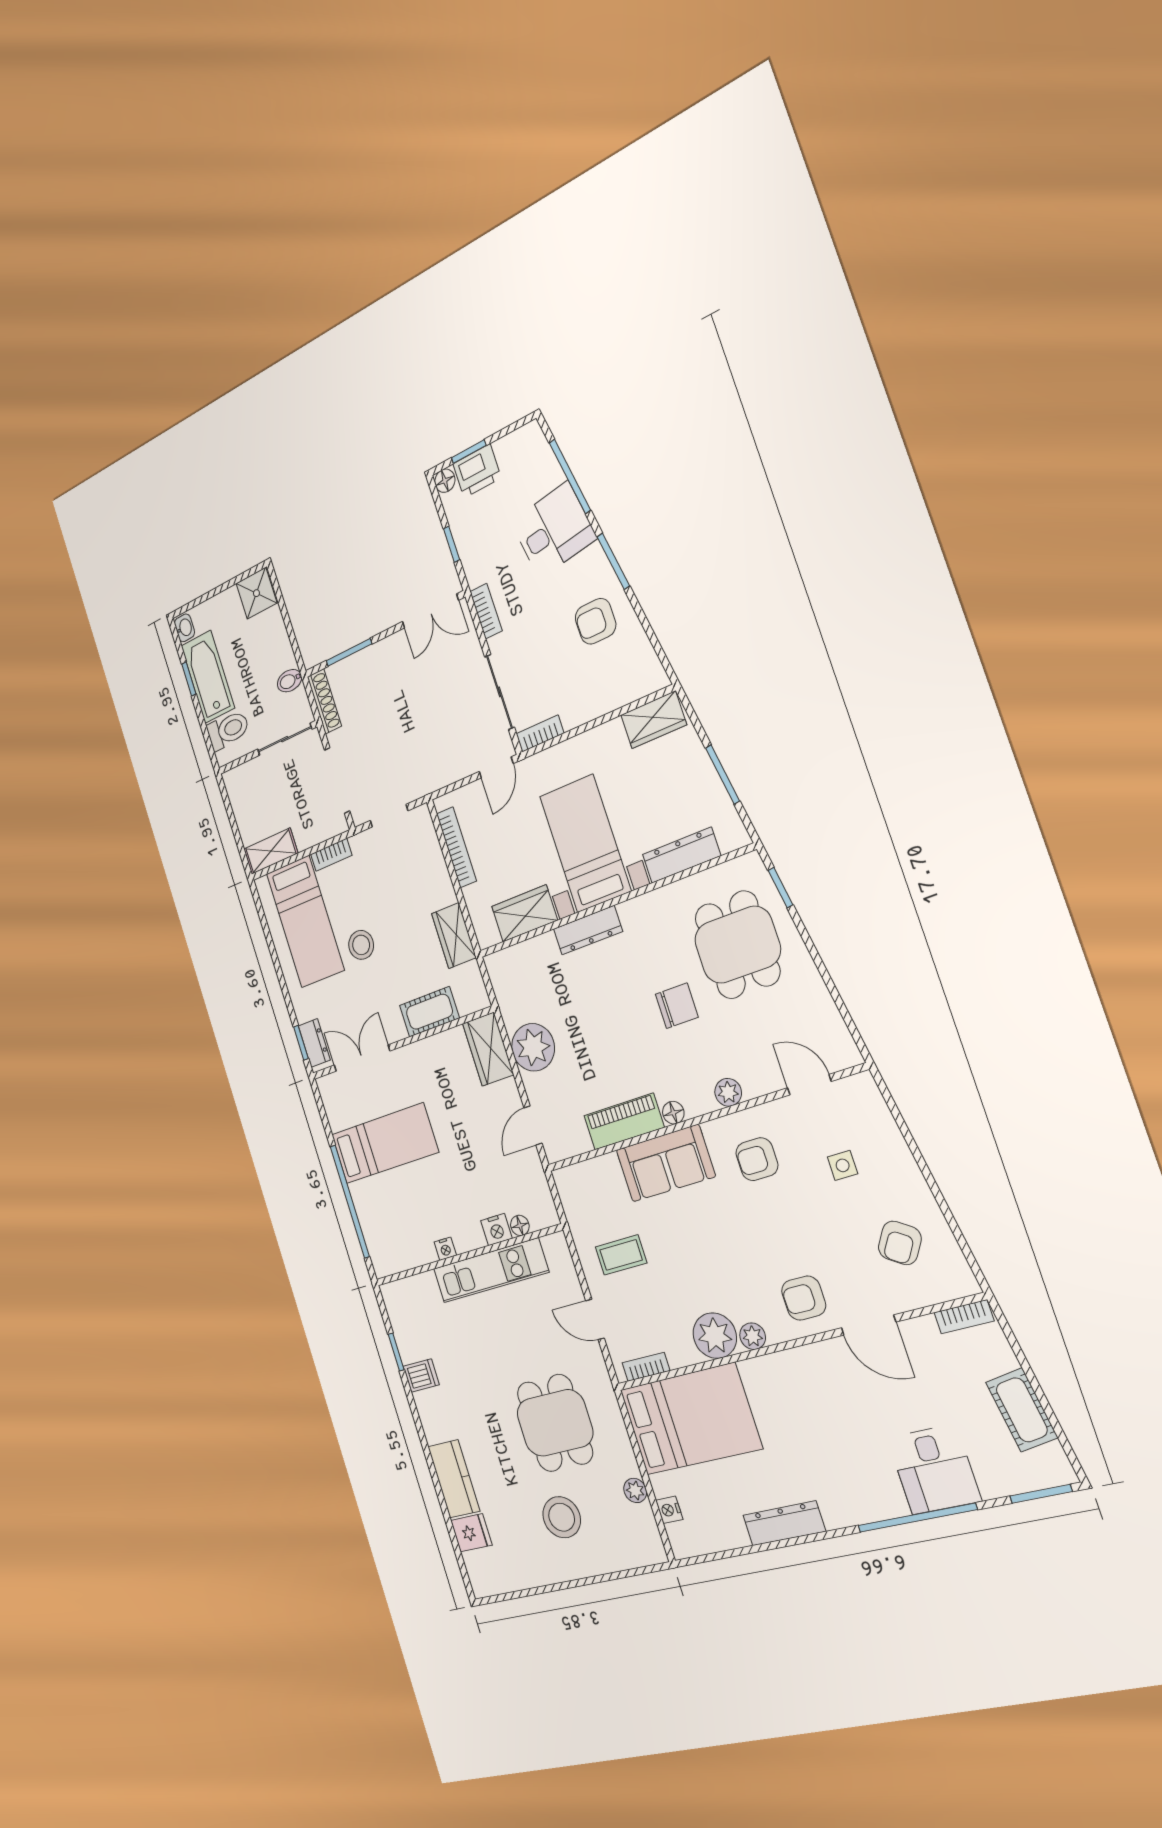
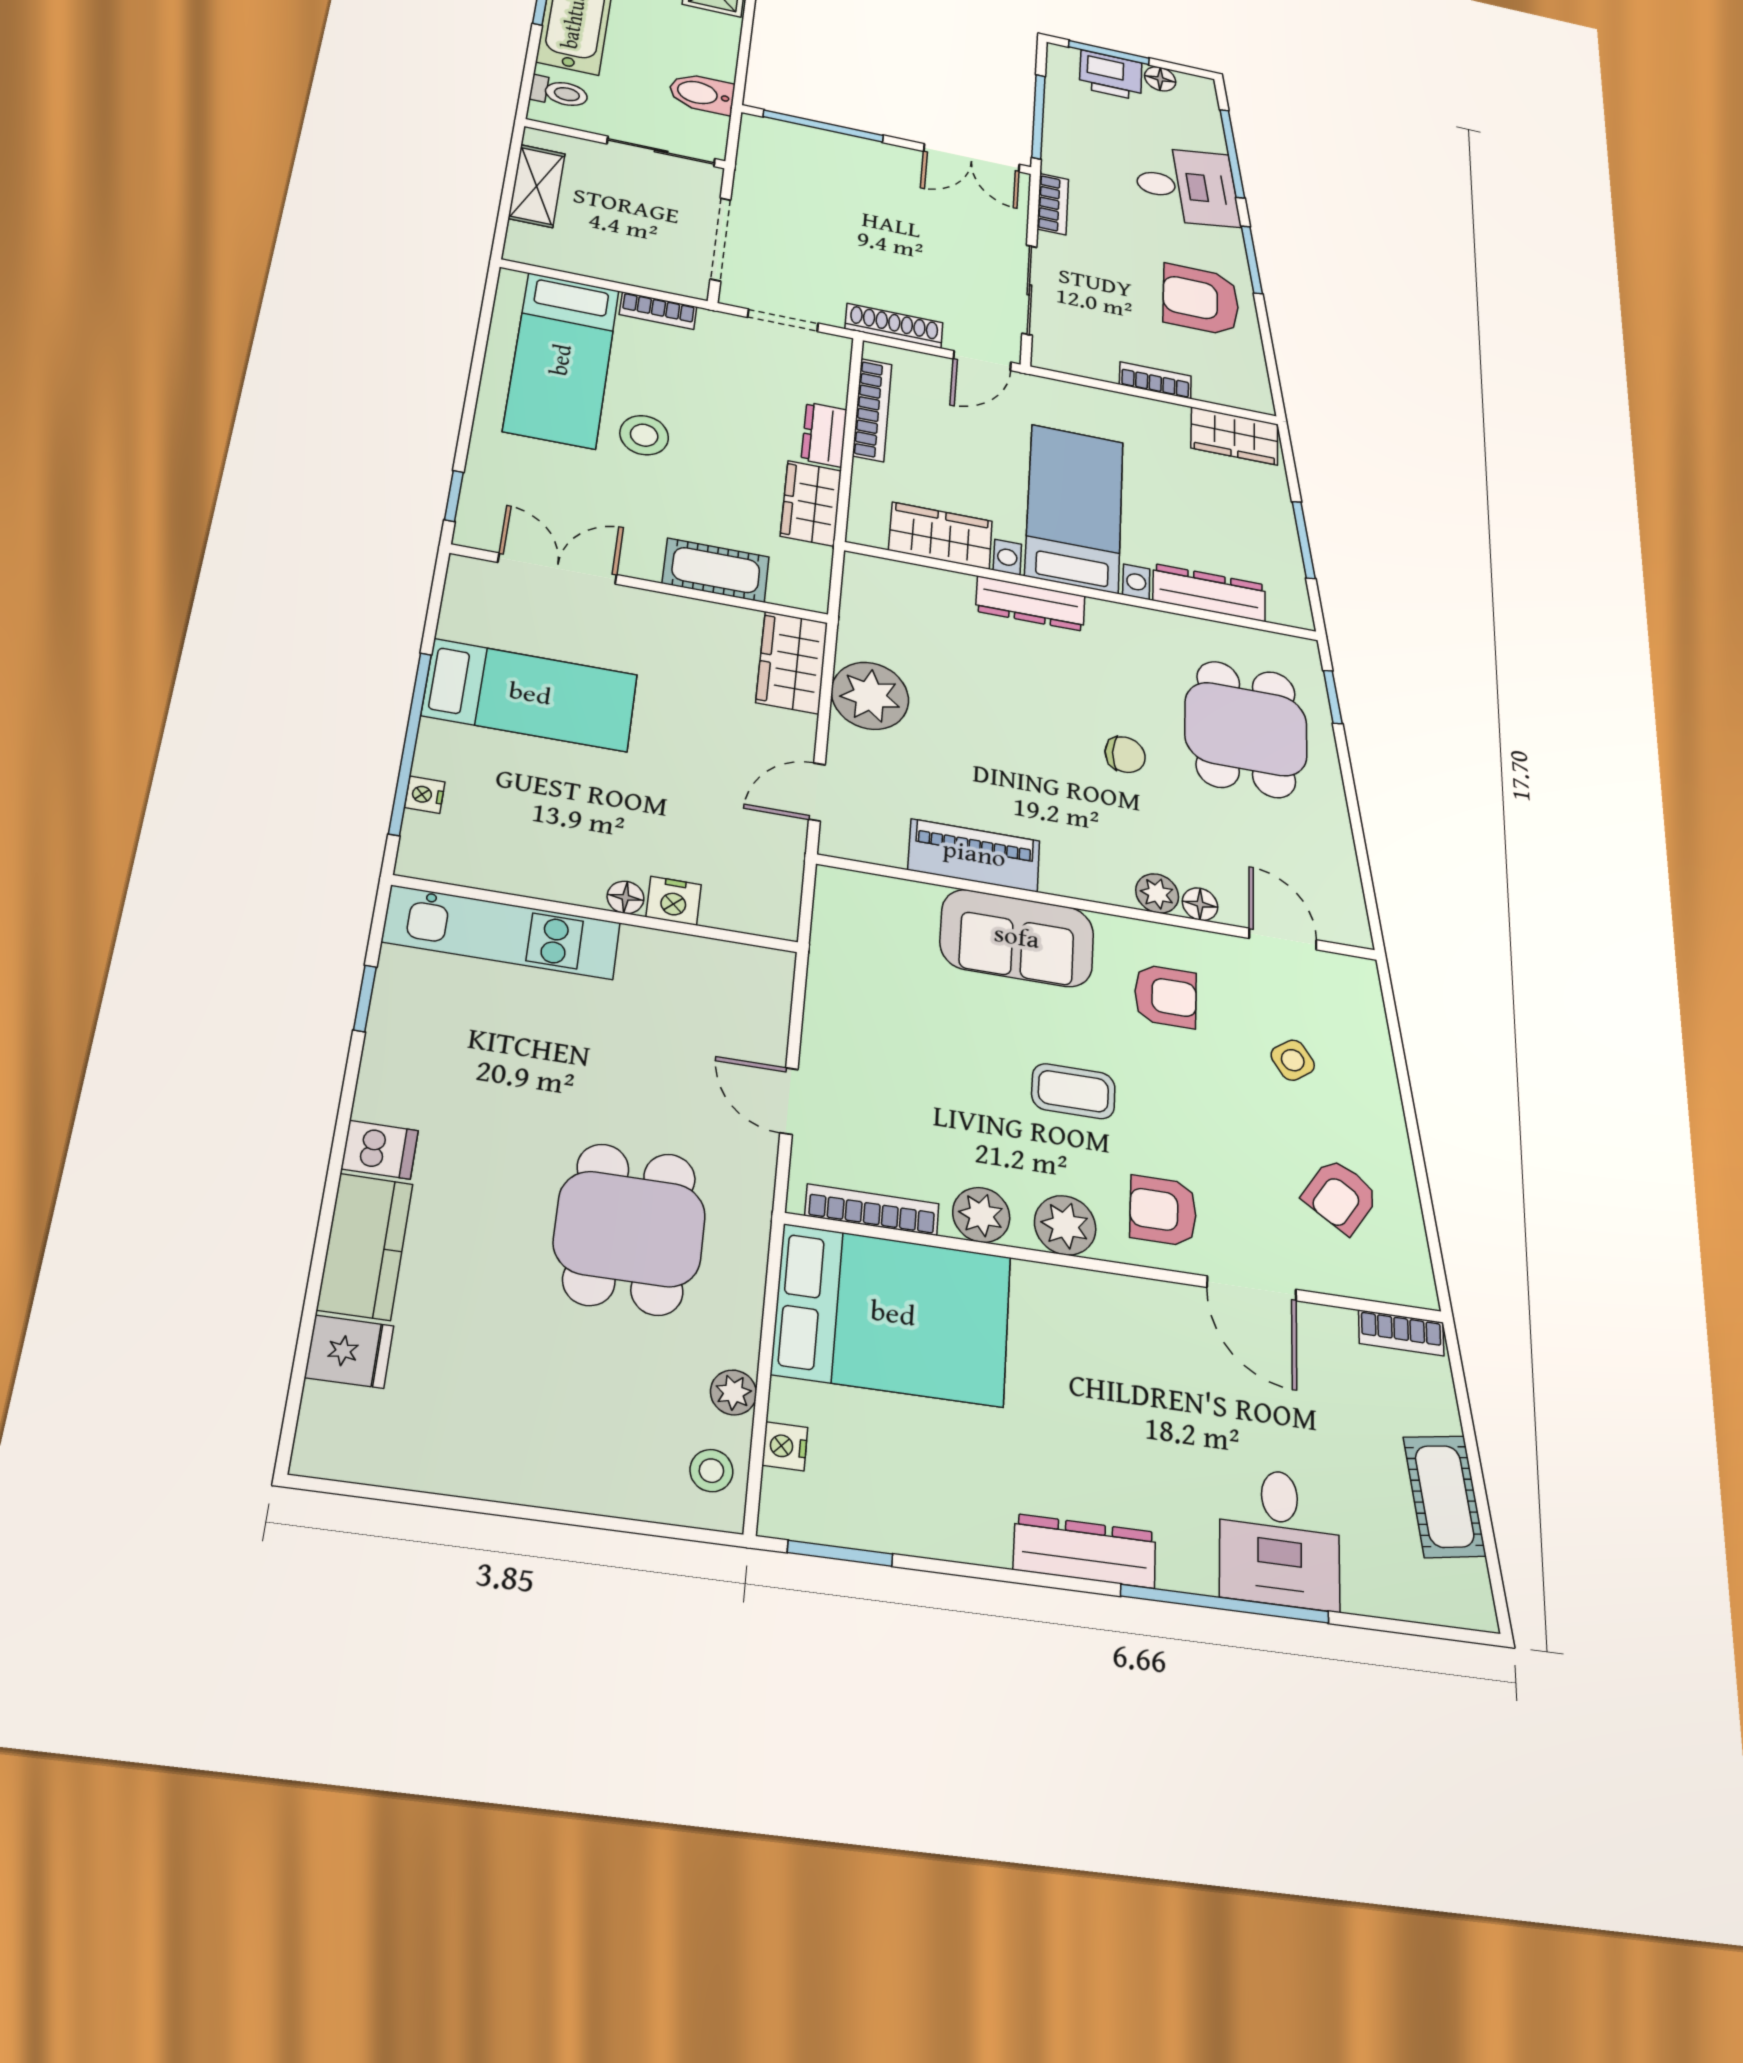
window: (469, 452) -> (1109, 53), width x1.50
floor lamp: (445, 481) -> (1160, 79), moved
window: (452, 544) -> (1038, 117), width x2.17
armchair: (596, 621) -> (1201, 300), width x1.38, depth x1.38
window: (349, 652) -> (823, 126), width x1.44
bidet: (289, 681) -> (702, 93), width x1.38, depth x1.36
shoe rack: (324, 701) -> (894, 326), moved, turned -90
toilet: (228, 730) -> (559, 92), width x0.73, depth x0.72
bookcase: (540, 734) -> (1155, 380), moved
shelving: (271, 851) -> (537, 186), moved, turned 90
chair: (677, 1006) -> (1125, 755), width x0.73, depth x0.73
dresser: (314, 1043) -> (824, 435), moved, turned 180
floor lamp: (673, 1113) -> (1200, 904), moved
armchair: (757, 1159) -> (1166, 996), turned 180
side table: (843, 1165) -> (1293, 1060), turned -35
floor lamp: (520, 1225) -> (625, 897), moved
nightstand: (445, 1249) -> (425, 795), moved, turned 90
coffee table: (621, 1255) -> (1073, 1091), moved
kitchen unit: (491, 1270) -> (502, 932), moved
plant: (715, 1336) -> (981, 1215), width x0.73, depth x0.73
plant: (753, 1336) -> (1065, 1225), width x1.38, depth x1.38
bookcase: (646, 1367) -> (872, 1210), width x1.56
dishwasher: (421, 1376) -> (380, 1150), moved
window: (1041, 1494) -> (840, 1553), moved
stool: (562, 1517) -> (711, 1471), moved, width x0.53, depth x0.53
dresser: (784, 1523) -> (1085, 1551), moved

